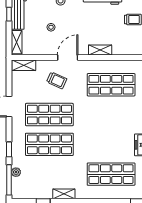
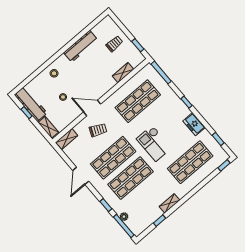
shelving: (100, 50) -> (123, 73), moved
door: (68, 58) -> (92, 108), hinge flipped
checkout: (94, 132) -> (154, 143), added

